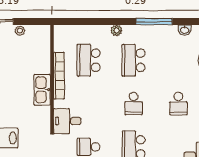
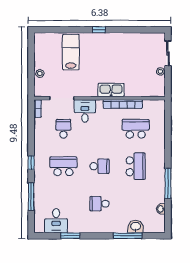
plant: (116, 30) -> (161, 152), removed
school desk: (134, 60) -> (136, 166), turned 90
school desk: (134, 104) -> (100, 166), turned 180

